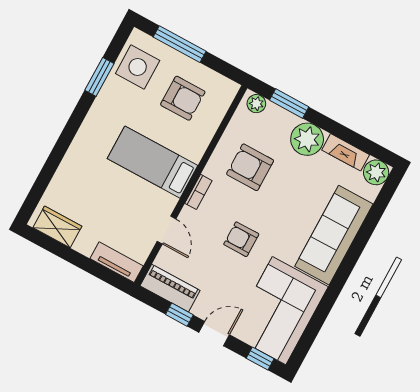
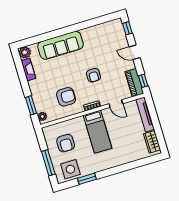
armchair: (183, 98) -> (66, 143), turned 180
plant: (307, 139) -> (37, 87), removed
armchair: (250, 167) -> (66, 97), turned -90
door: (166, 230) -> (116, 104), swing flipped
tv unit: (117, 262) -> (145, 114), width x1.41
corner sofa: (279, 311) -> (105, 38), removed
window: (179, 315) -> (143, 81), moved

